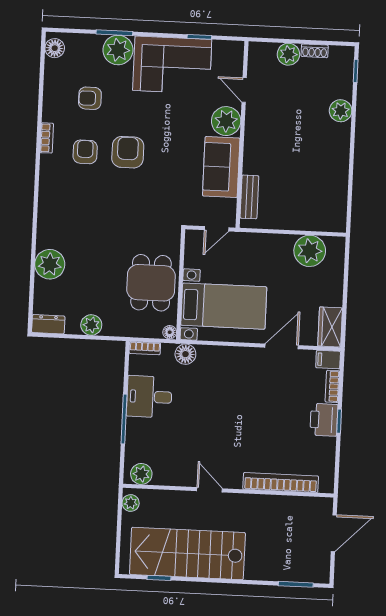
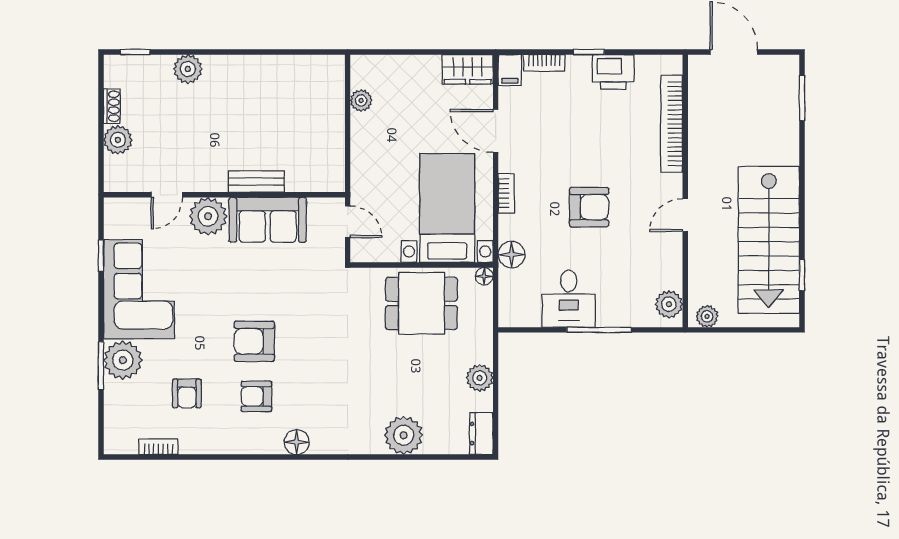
floor lamp: (55, 48) -> (297, 442), moved
bookcase: (47, 138) -> (158, 447), moved
bench: (249, 197) -> (256, 181), moved
plant: (310, 251) -> (361, 100), width x0.53, depth x0.53
bookcase: (145, 348) -> (506, 193), moved
armchair: (219, 416) -> (589, 207), added
printer: (324, 420) -> (613, 72), moved

